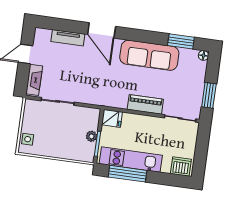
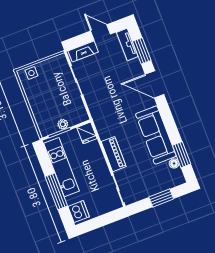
window: (64, 25) -> (142, 51), added
door: (102, 30) -> (155, 84), hinge flipped
tv unit: (68, 38) -> (127, 45), moved
floor lamp: (204, 55) -> (174, 163), moved
window: (209, 95) -> (161, 198), moved
window: (127, 174) -> (56, 191), moved

